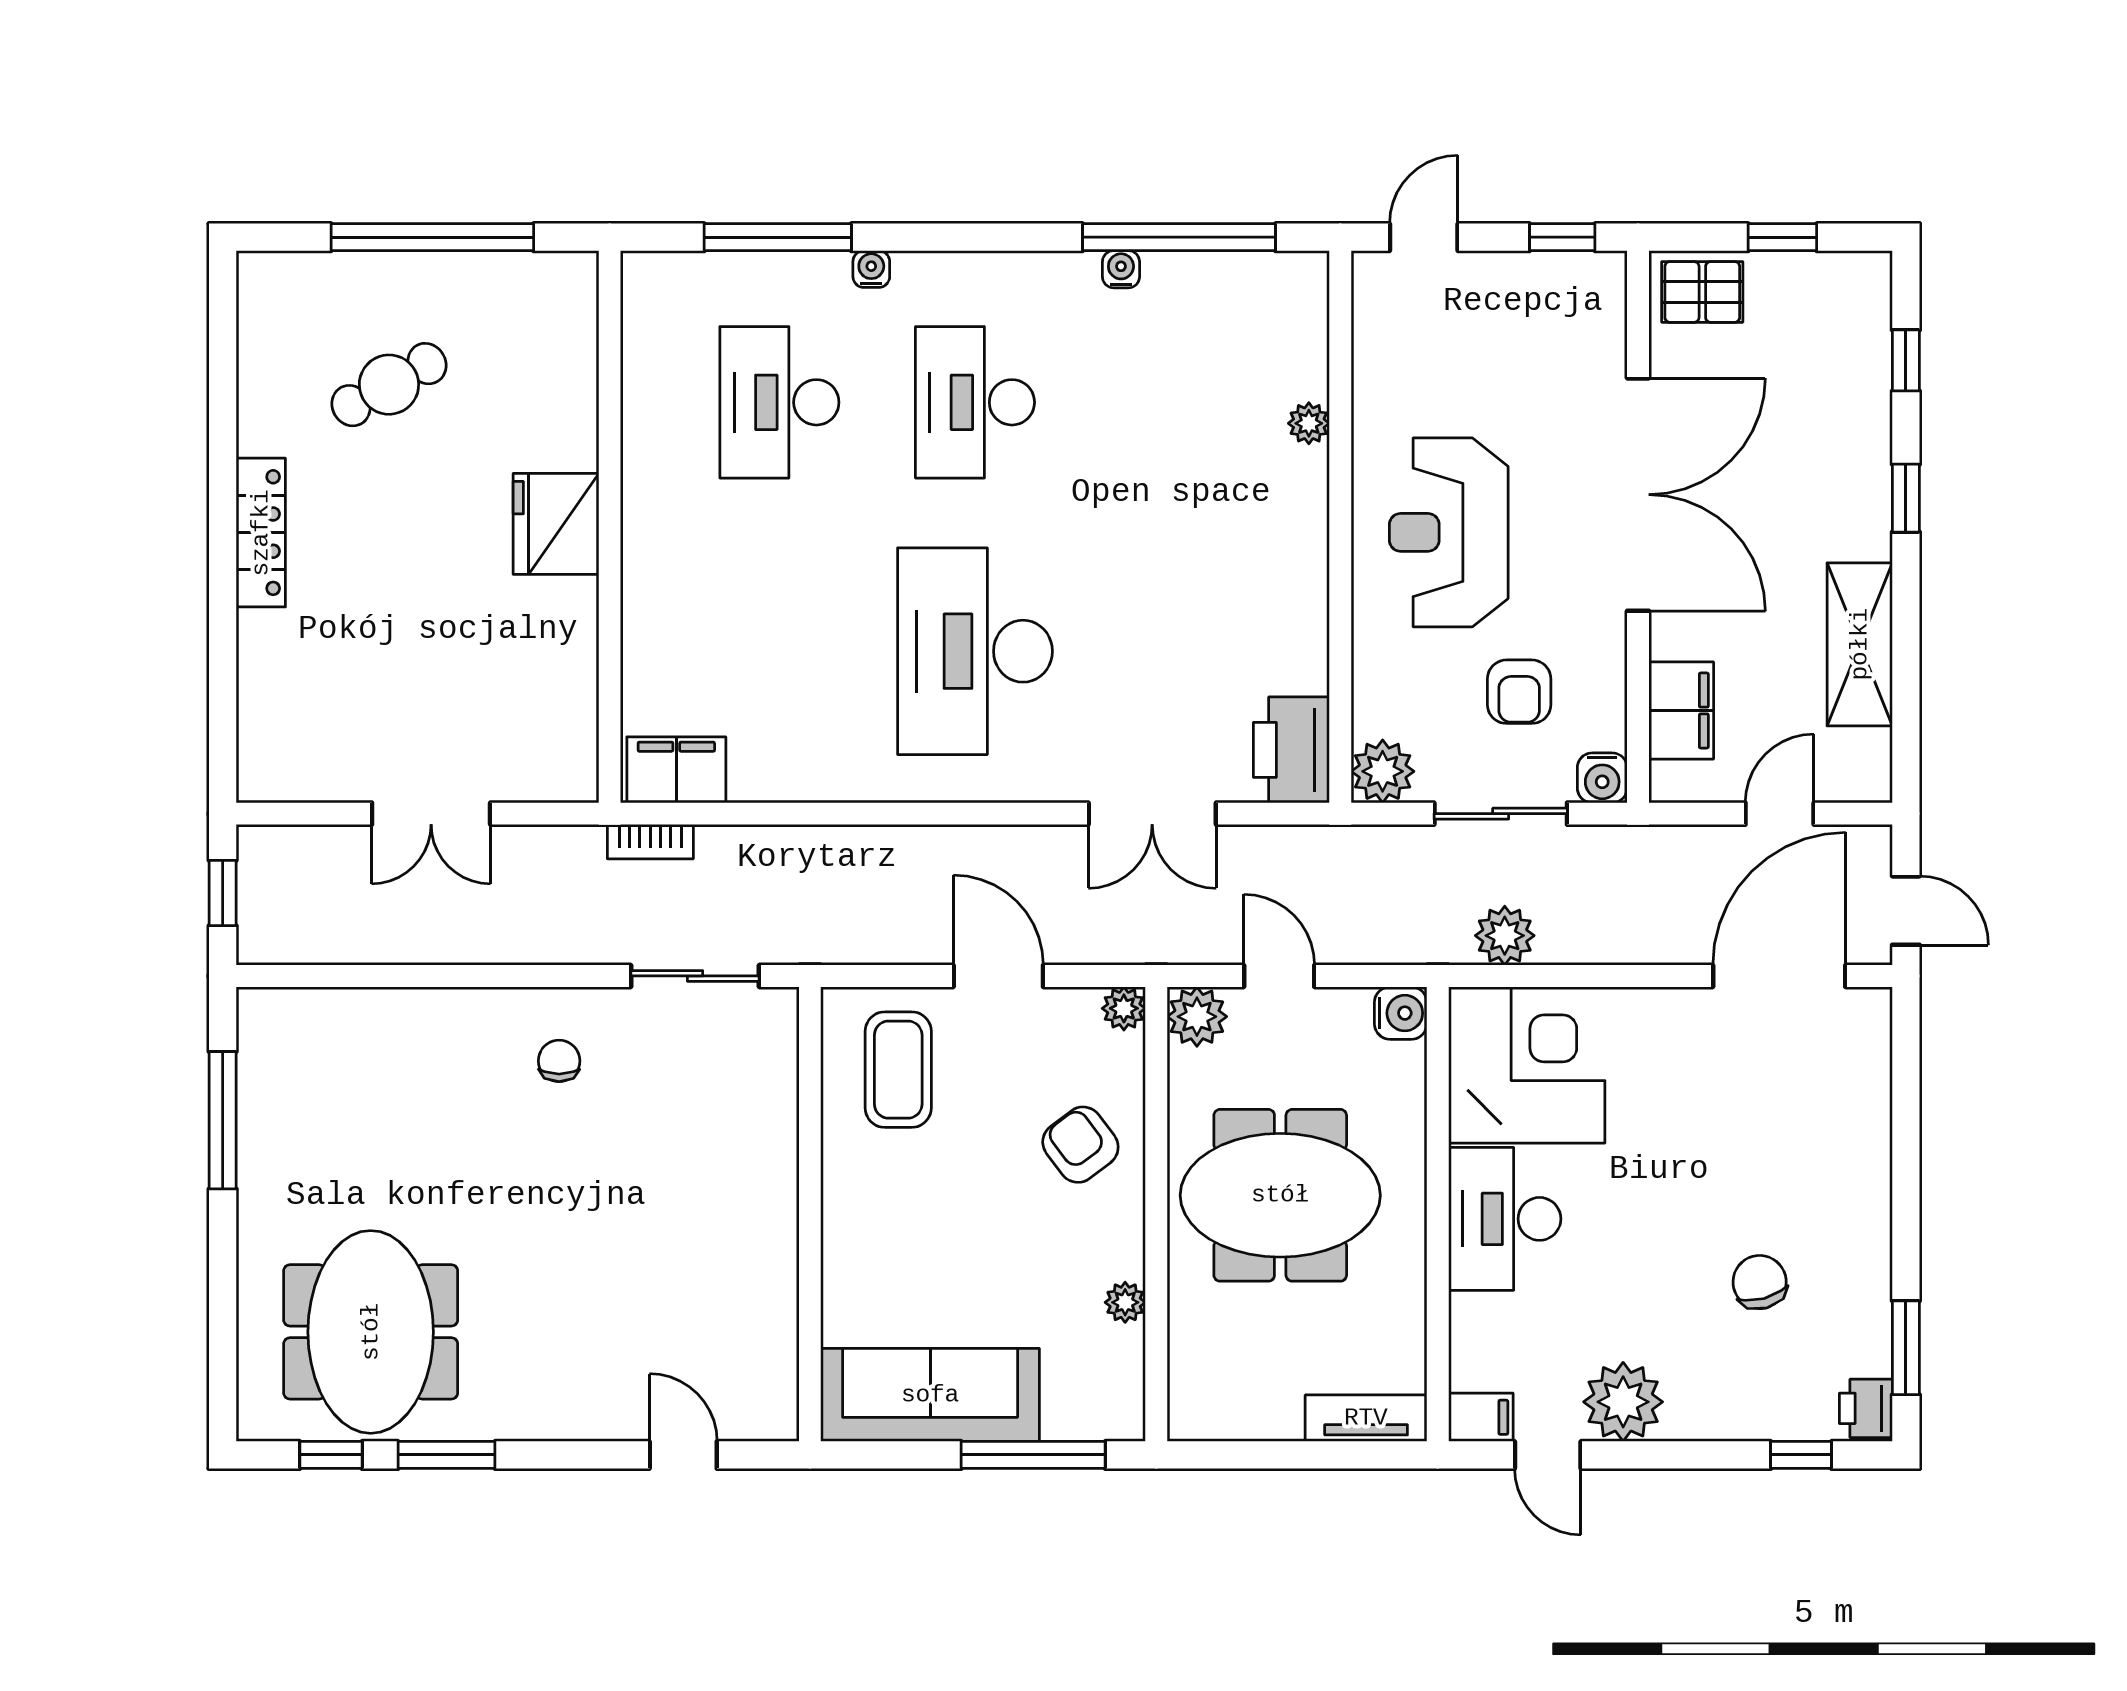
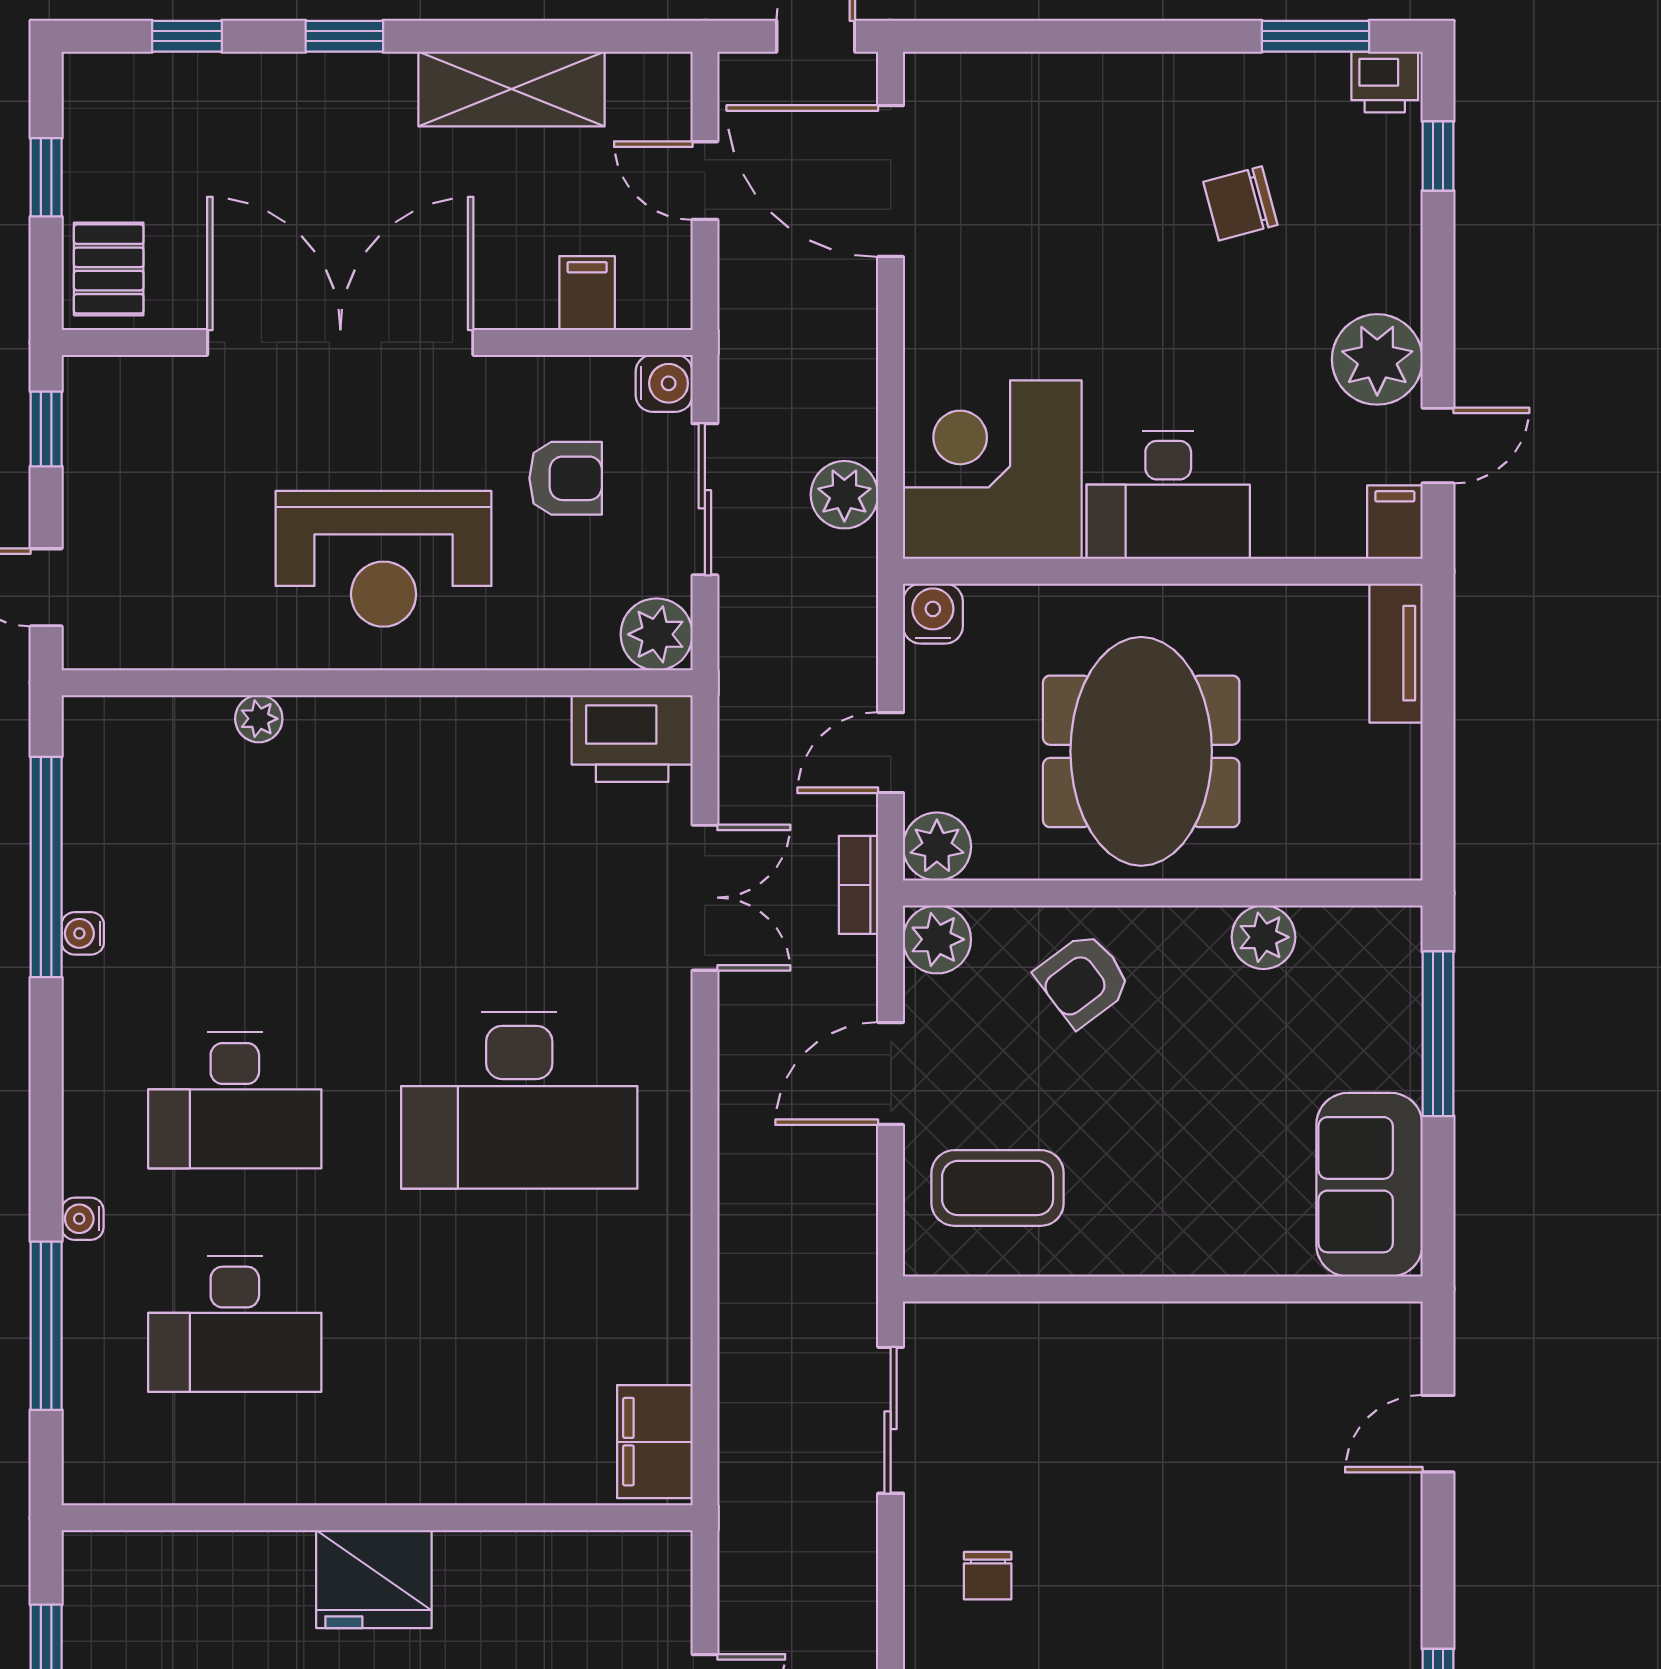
filing cabinet: (1681, 711) -> (587, 293), width x0.50
bookcase: (650, 842) -> (858, 885), moved, turned 180
plant: (1124, 1008) -> (937, 939), width x1.38, depth x1.38
chair: (559, 1061) -> (988, 1576), turned -90
plant: (1125, 1302) -> (1263, 937), width x1.38, depth x1.38
sofa: (930, 1395) -> (1369, 1185), width x0.73

